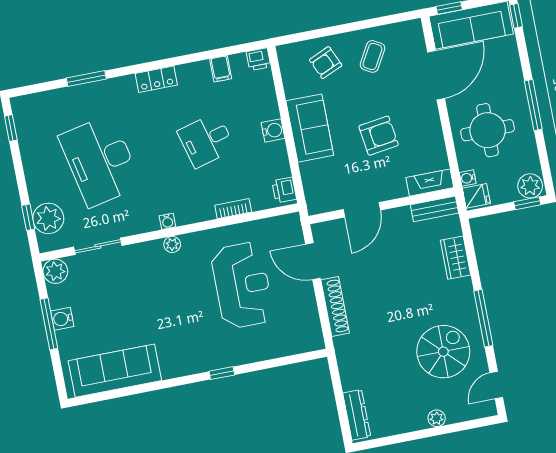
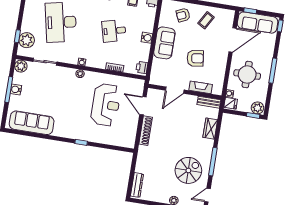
fireplace: (430, 183) -> (201, 87), moved

